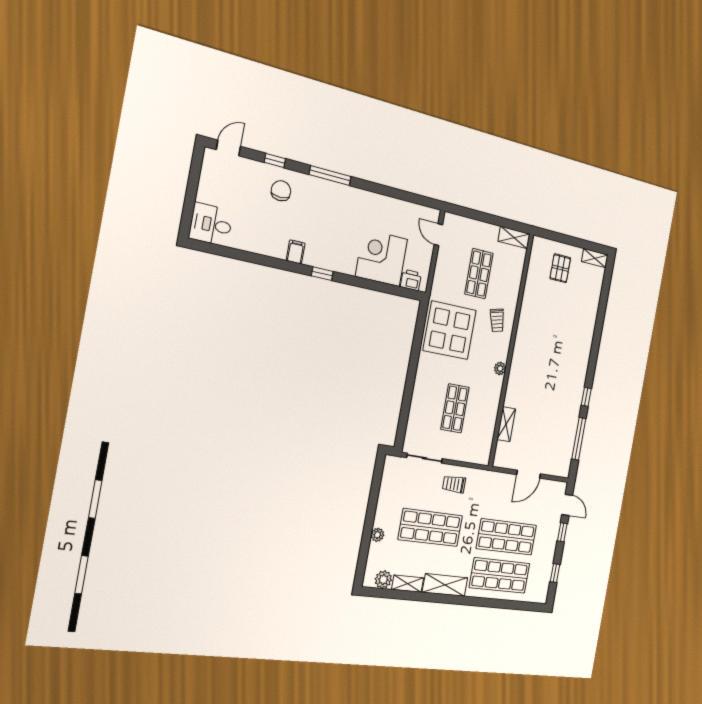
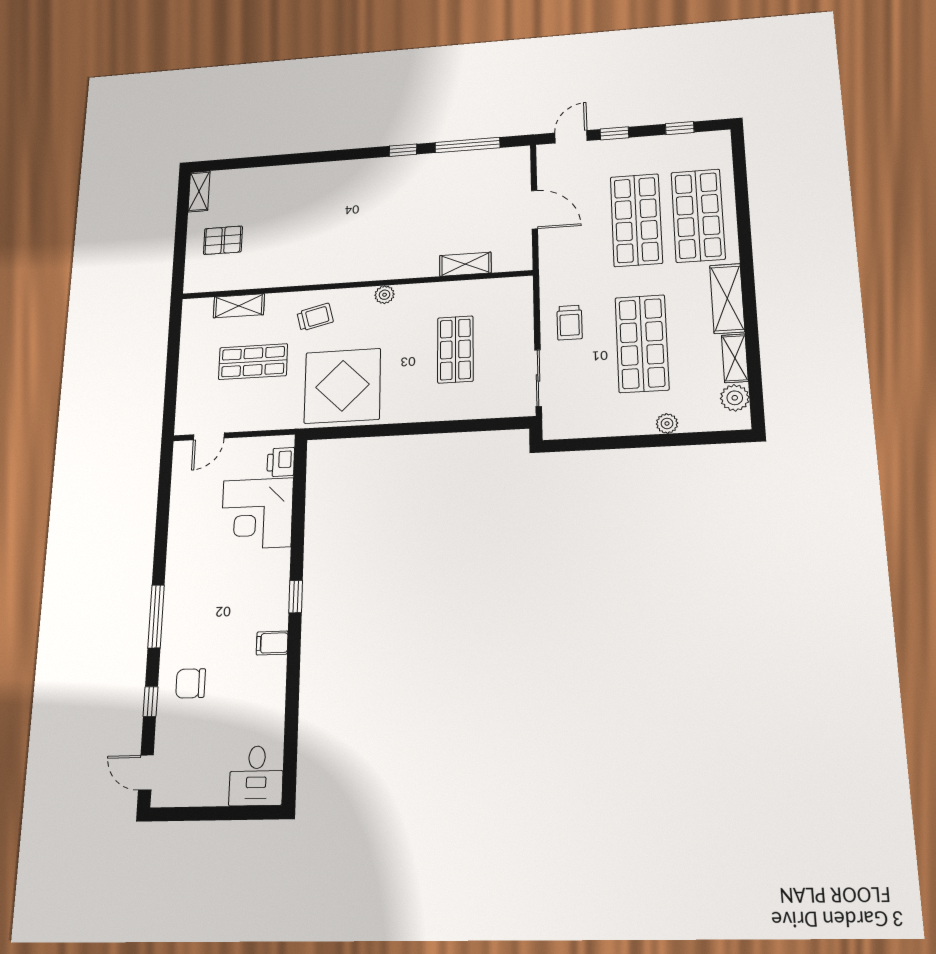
shelving: (514, 238) -> (239, 306), moved, turned 90
shop shelf: (455, 408) -> (455, 349), turned 90

